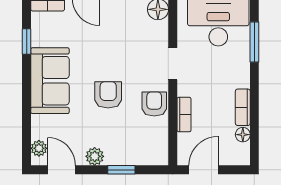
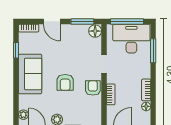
armchair: (108, 95) -> (65, 82), turned 180

